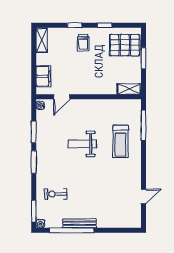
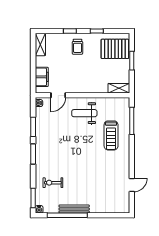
weight bench: (82, 144) -> (84, 113), moved

